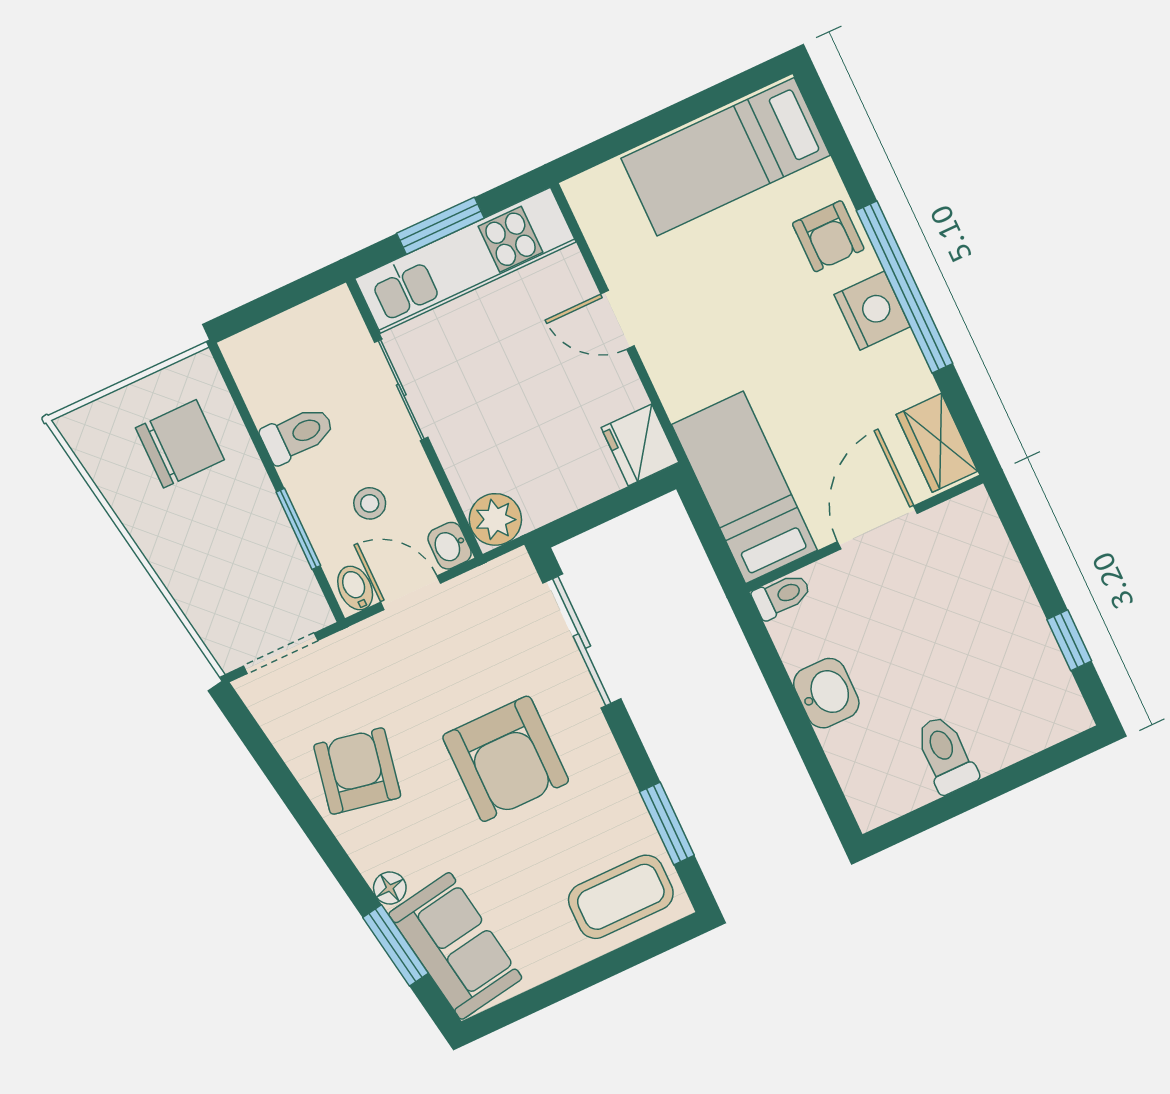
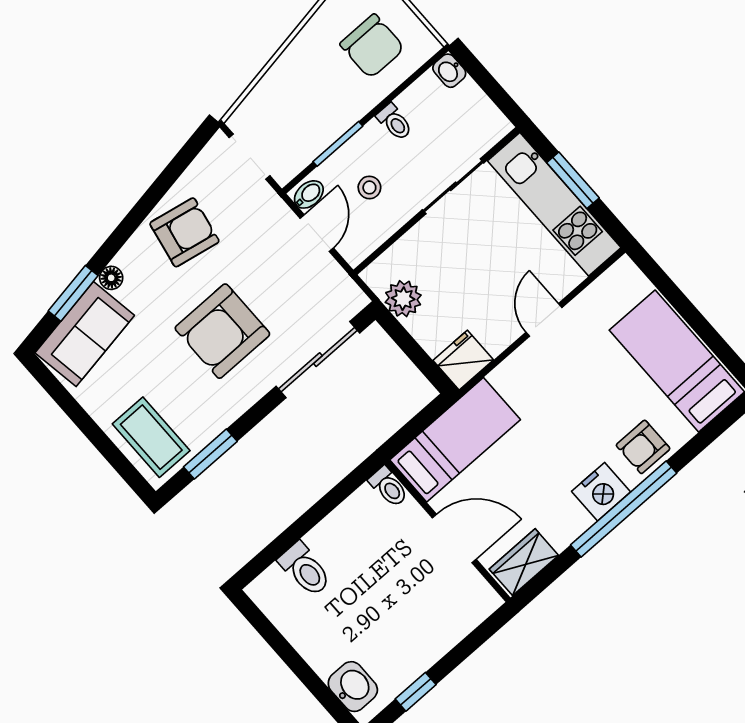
toilet: (298, 434) -> (395, 122), width x0.73, depth x0.72
plant: (495, 519) -> (403, 299), moved
washbasin: (450, 546) -> (449, 71), moved, turned -90
washbasin: (826, 693) -> (353, 687), moved, turned -90
toilet: (946, 755) -> (305, 569), moved, turned 90

